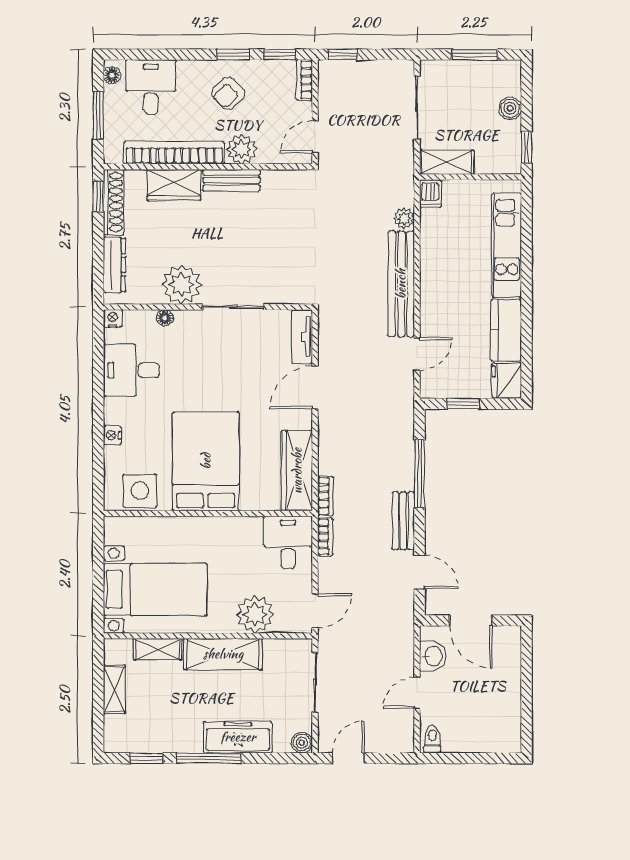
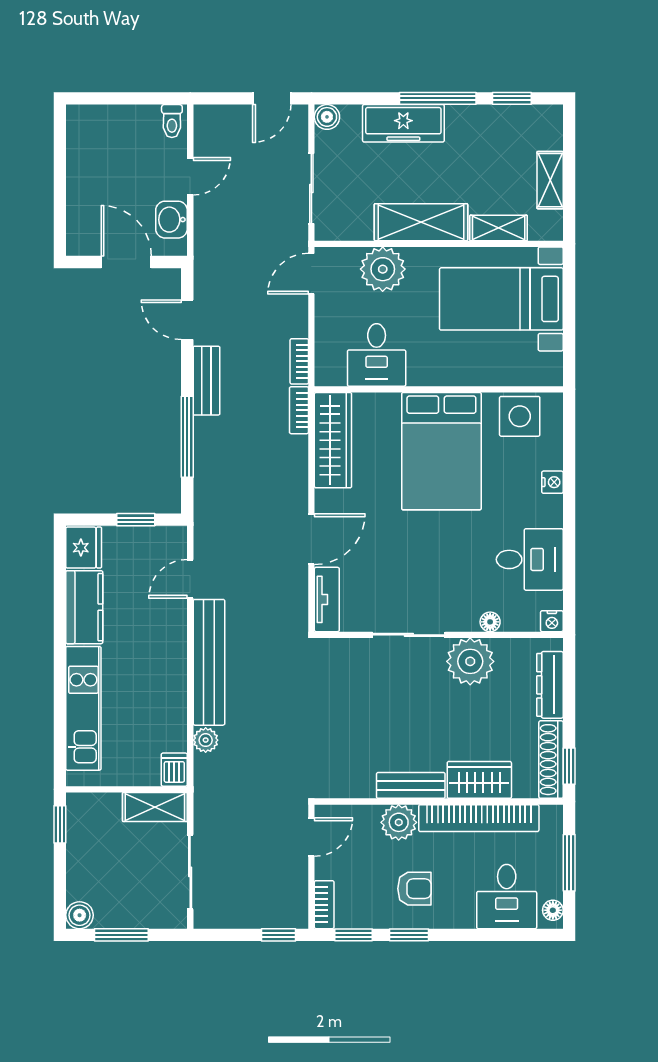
armchair: (228, 93) -> (414, 889), turned 44
boiler: (510, 108) -> (80, 915), moved
desk: (288, 542) -> (377, 355), moved

